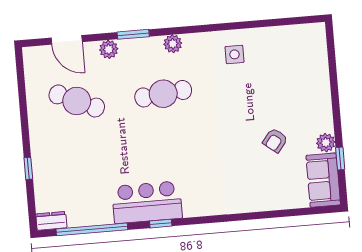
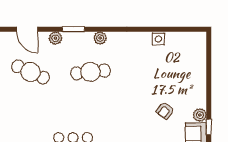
side table: (235, 54) -> (158, 39), moved

